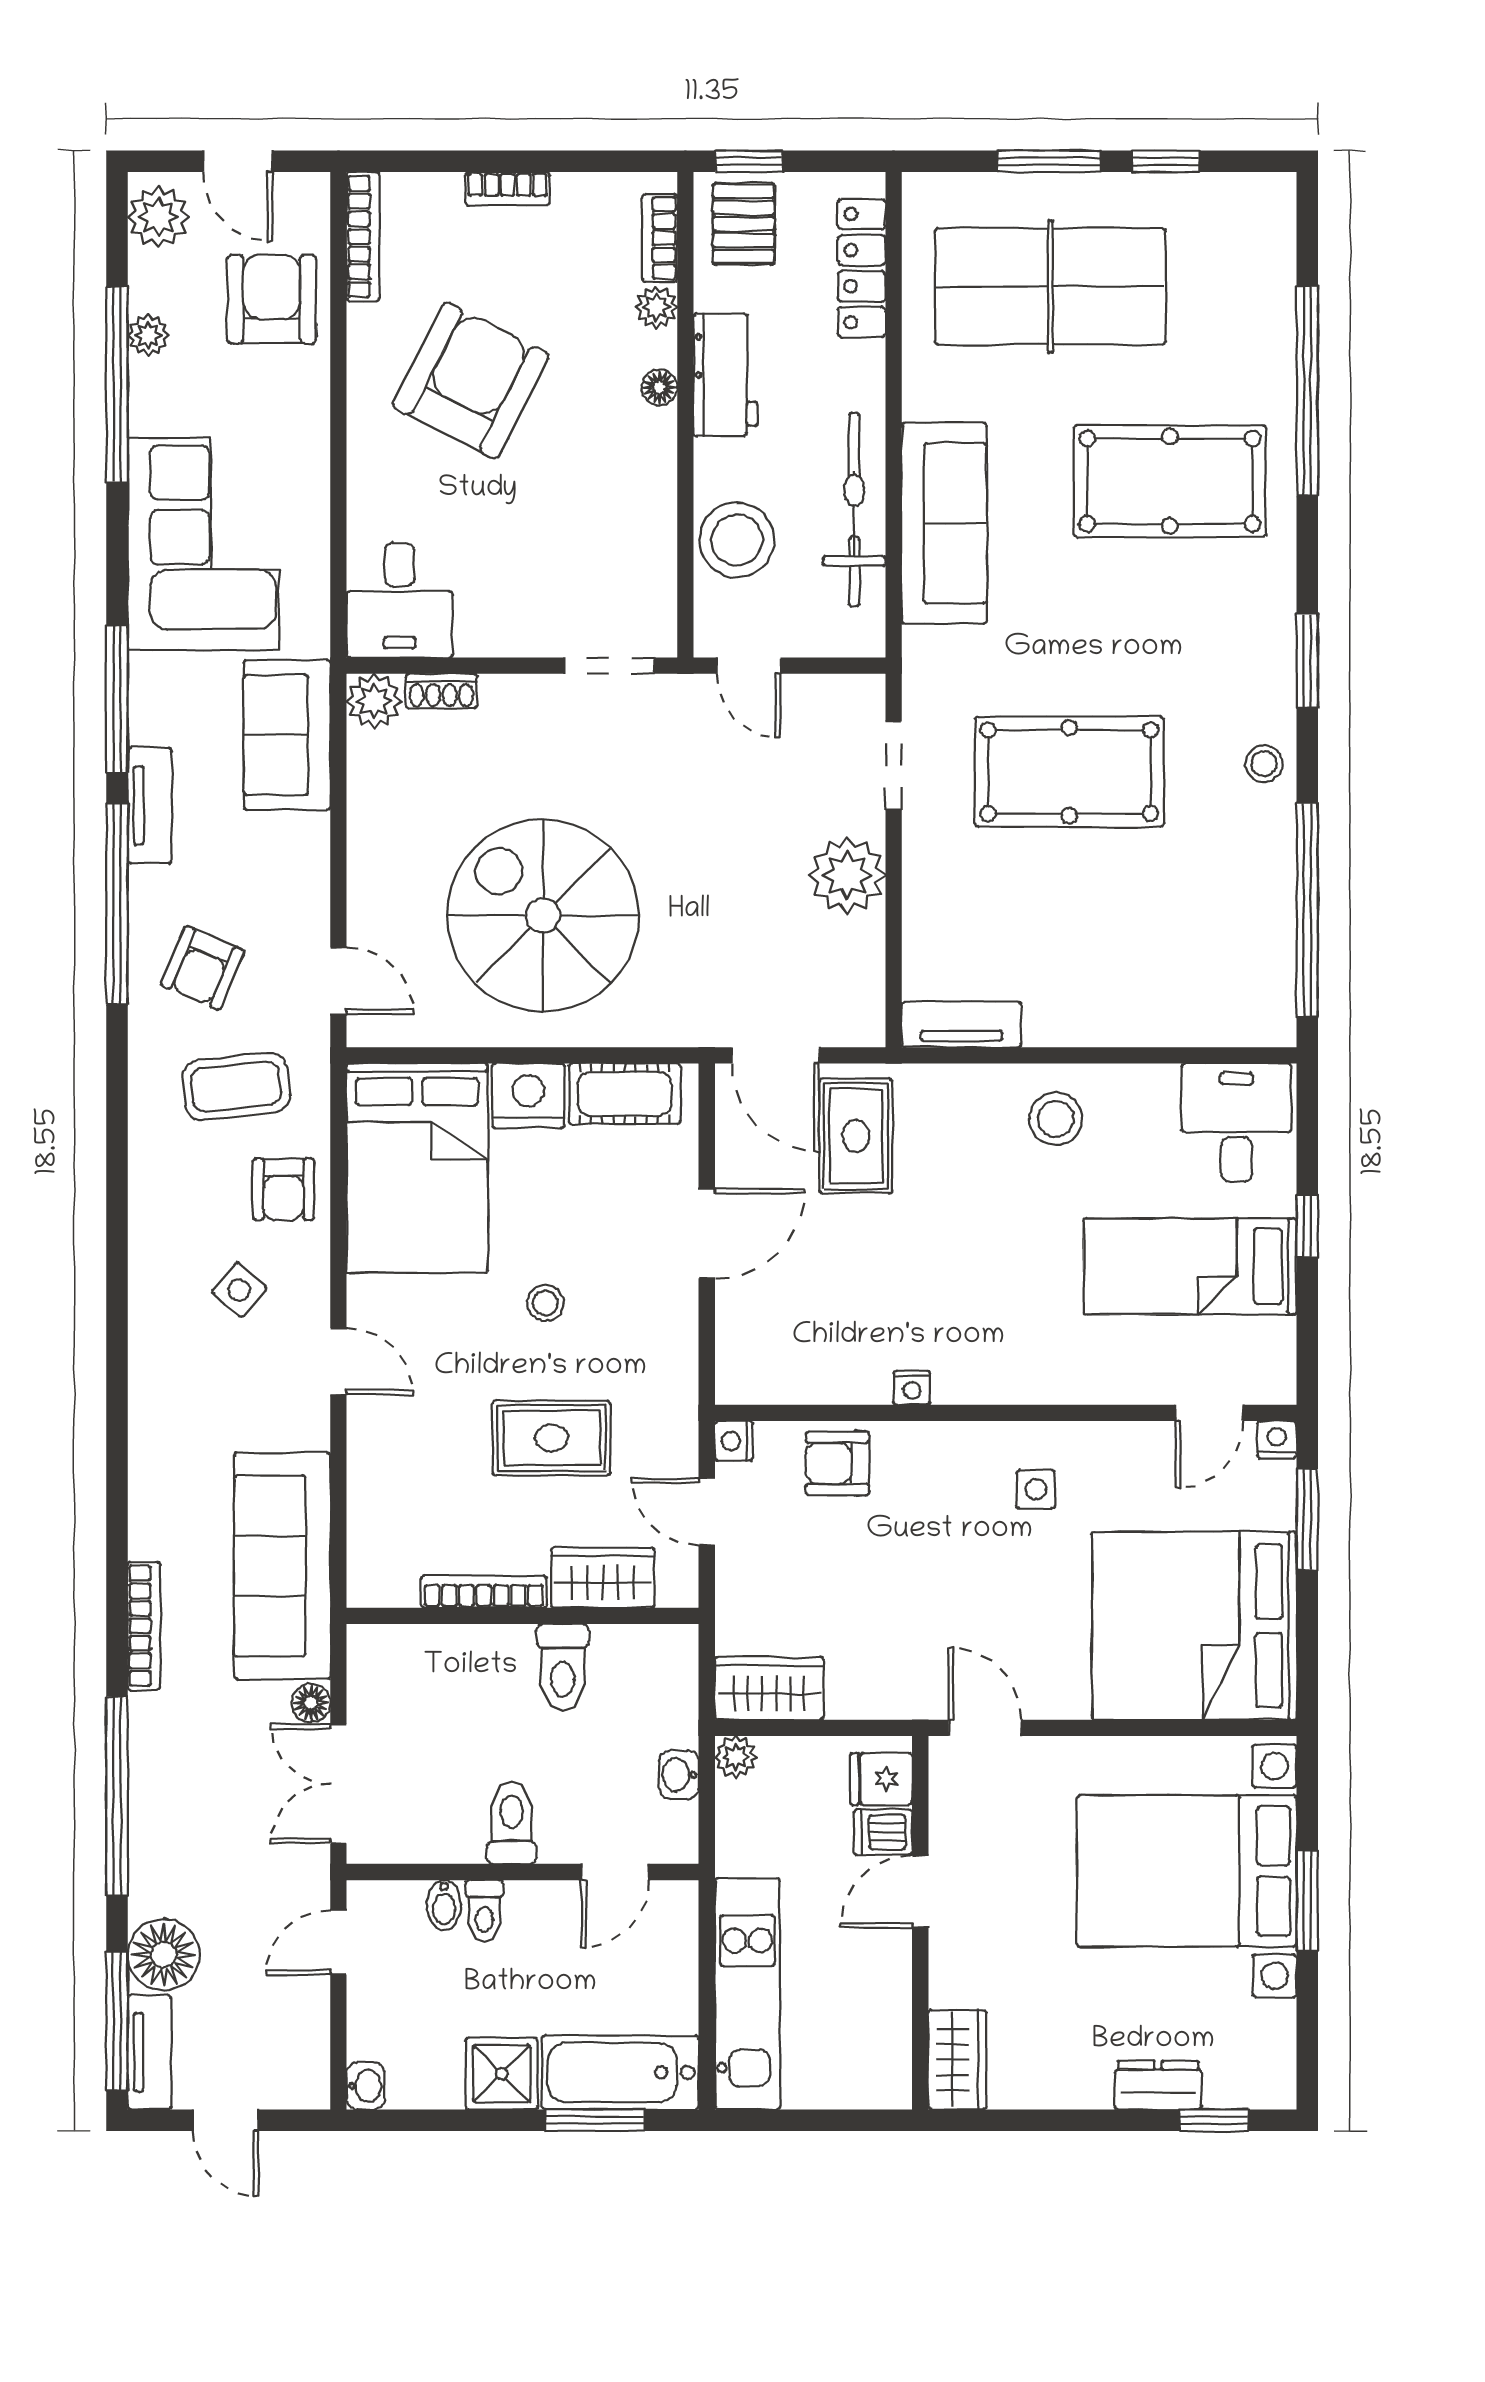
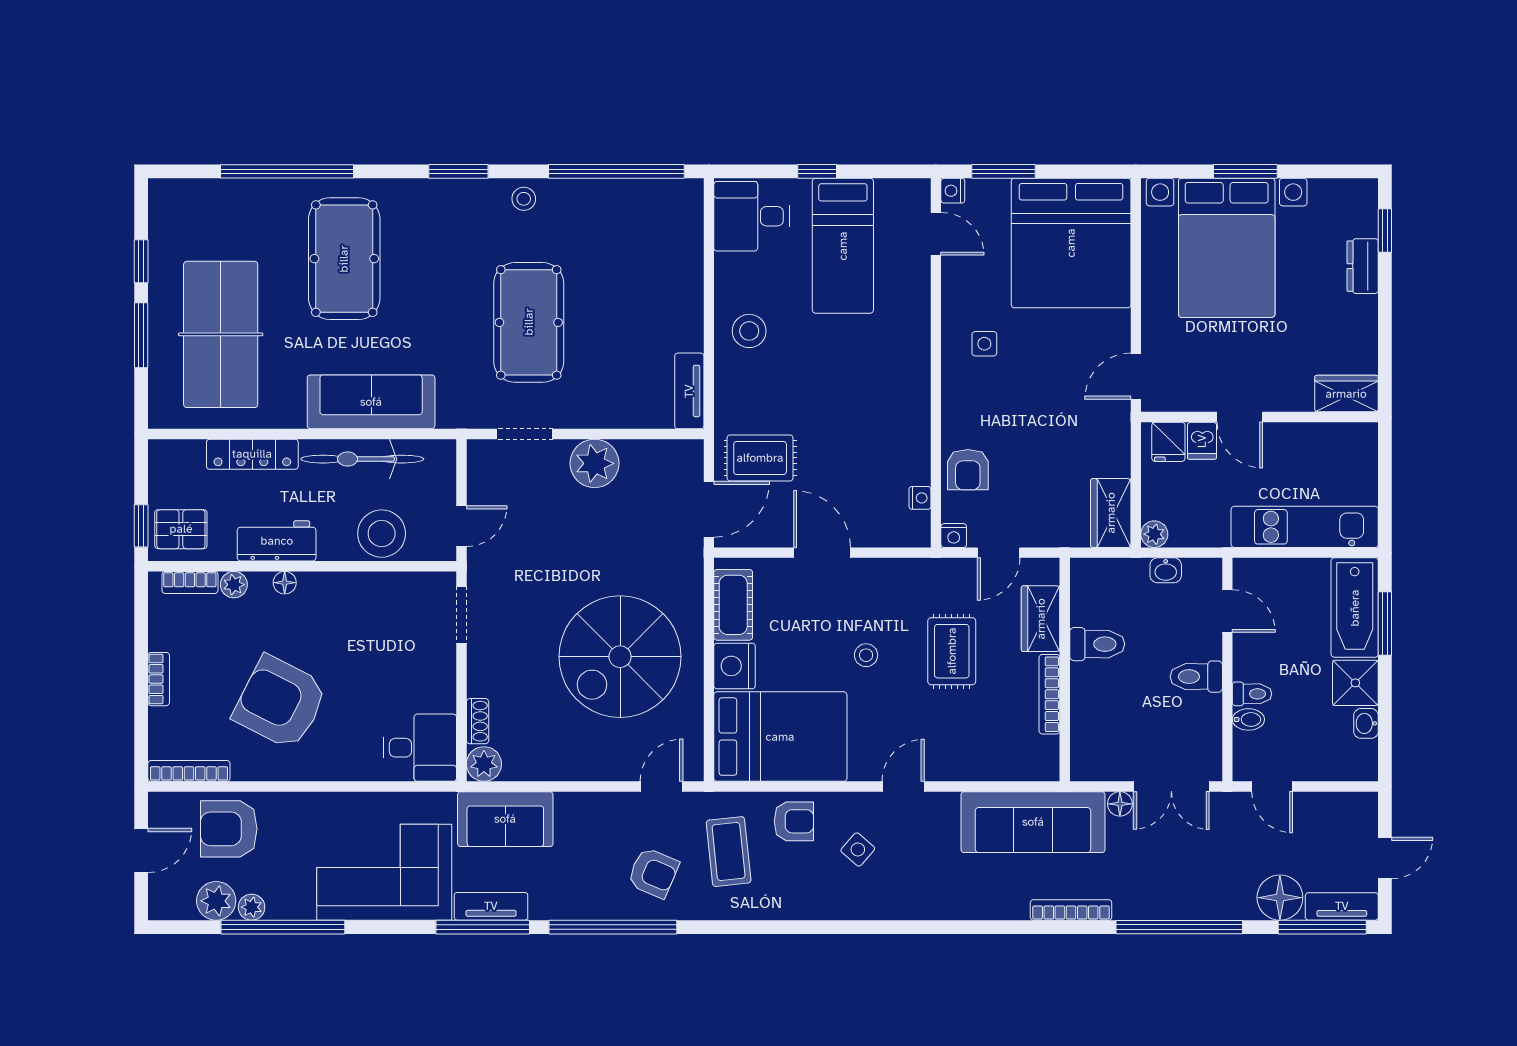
plant: (158, 217) -> (216, 901), moved
locker: (862, 268) -> (252, 454), moved
tv unit: (150, 806) -> (491, 906), moved
nightstand: (912, 1388) -> (920, 498), moved
washbasin: (366, 2086) -> (1366, 723), moved, turned -90

